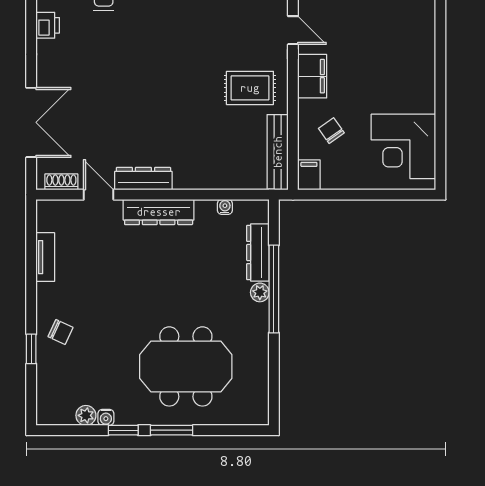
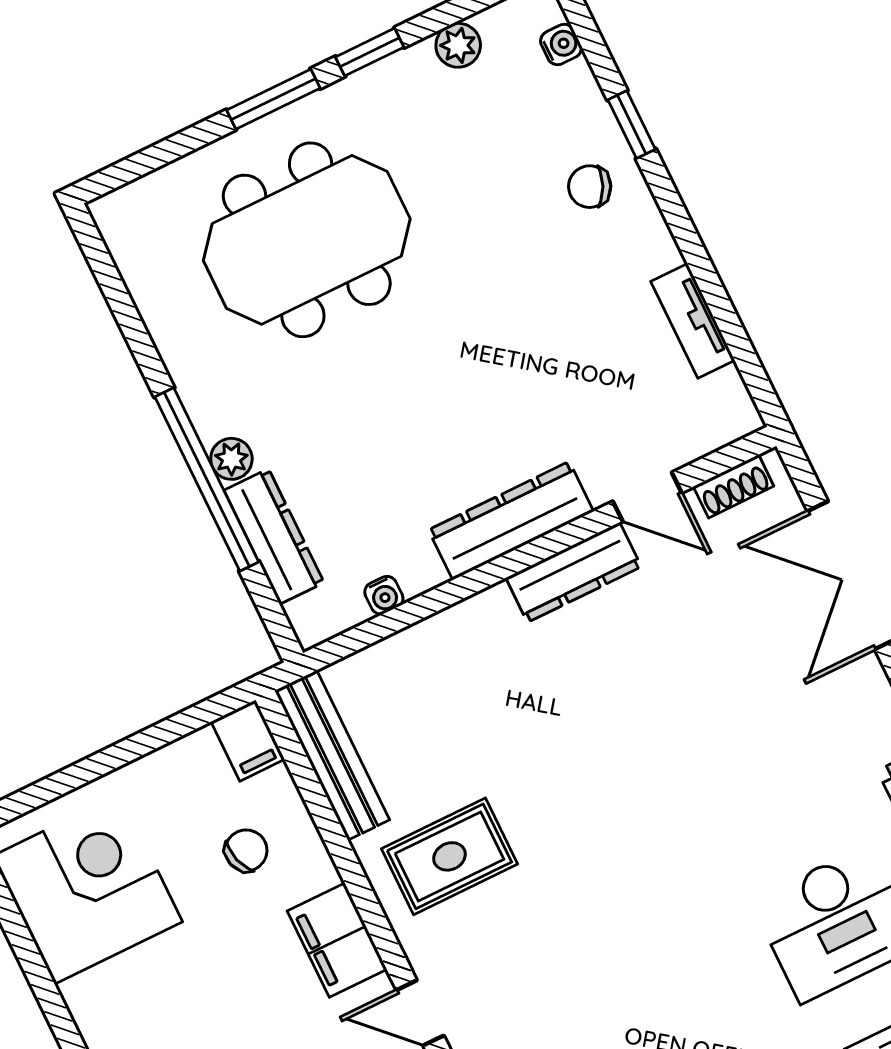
chair: (331, 131) -> (246, 850), turned -72
water cooler: (106, 417) -> (561, 45), moved, turned 90

